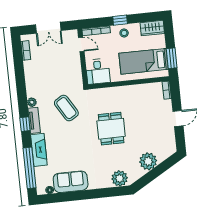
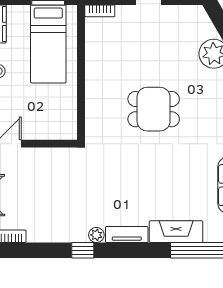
desk: (98, 71) -> (57, 121), removed
coffee table: (66, 108) -> (112, 179), removed
window: (25, 124) -> (83, 250), moved

